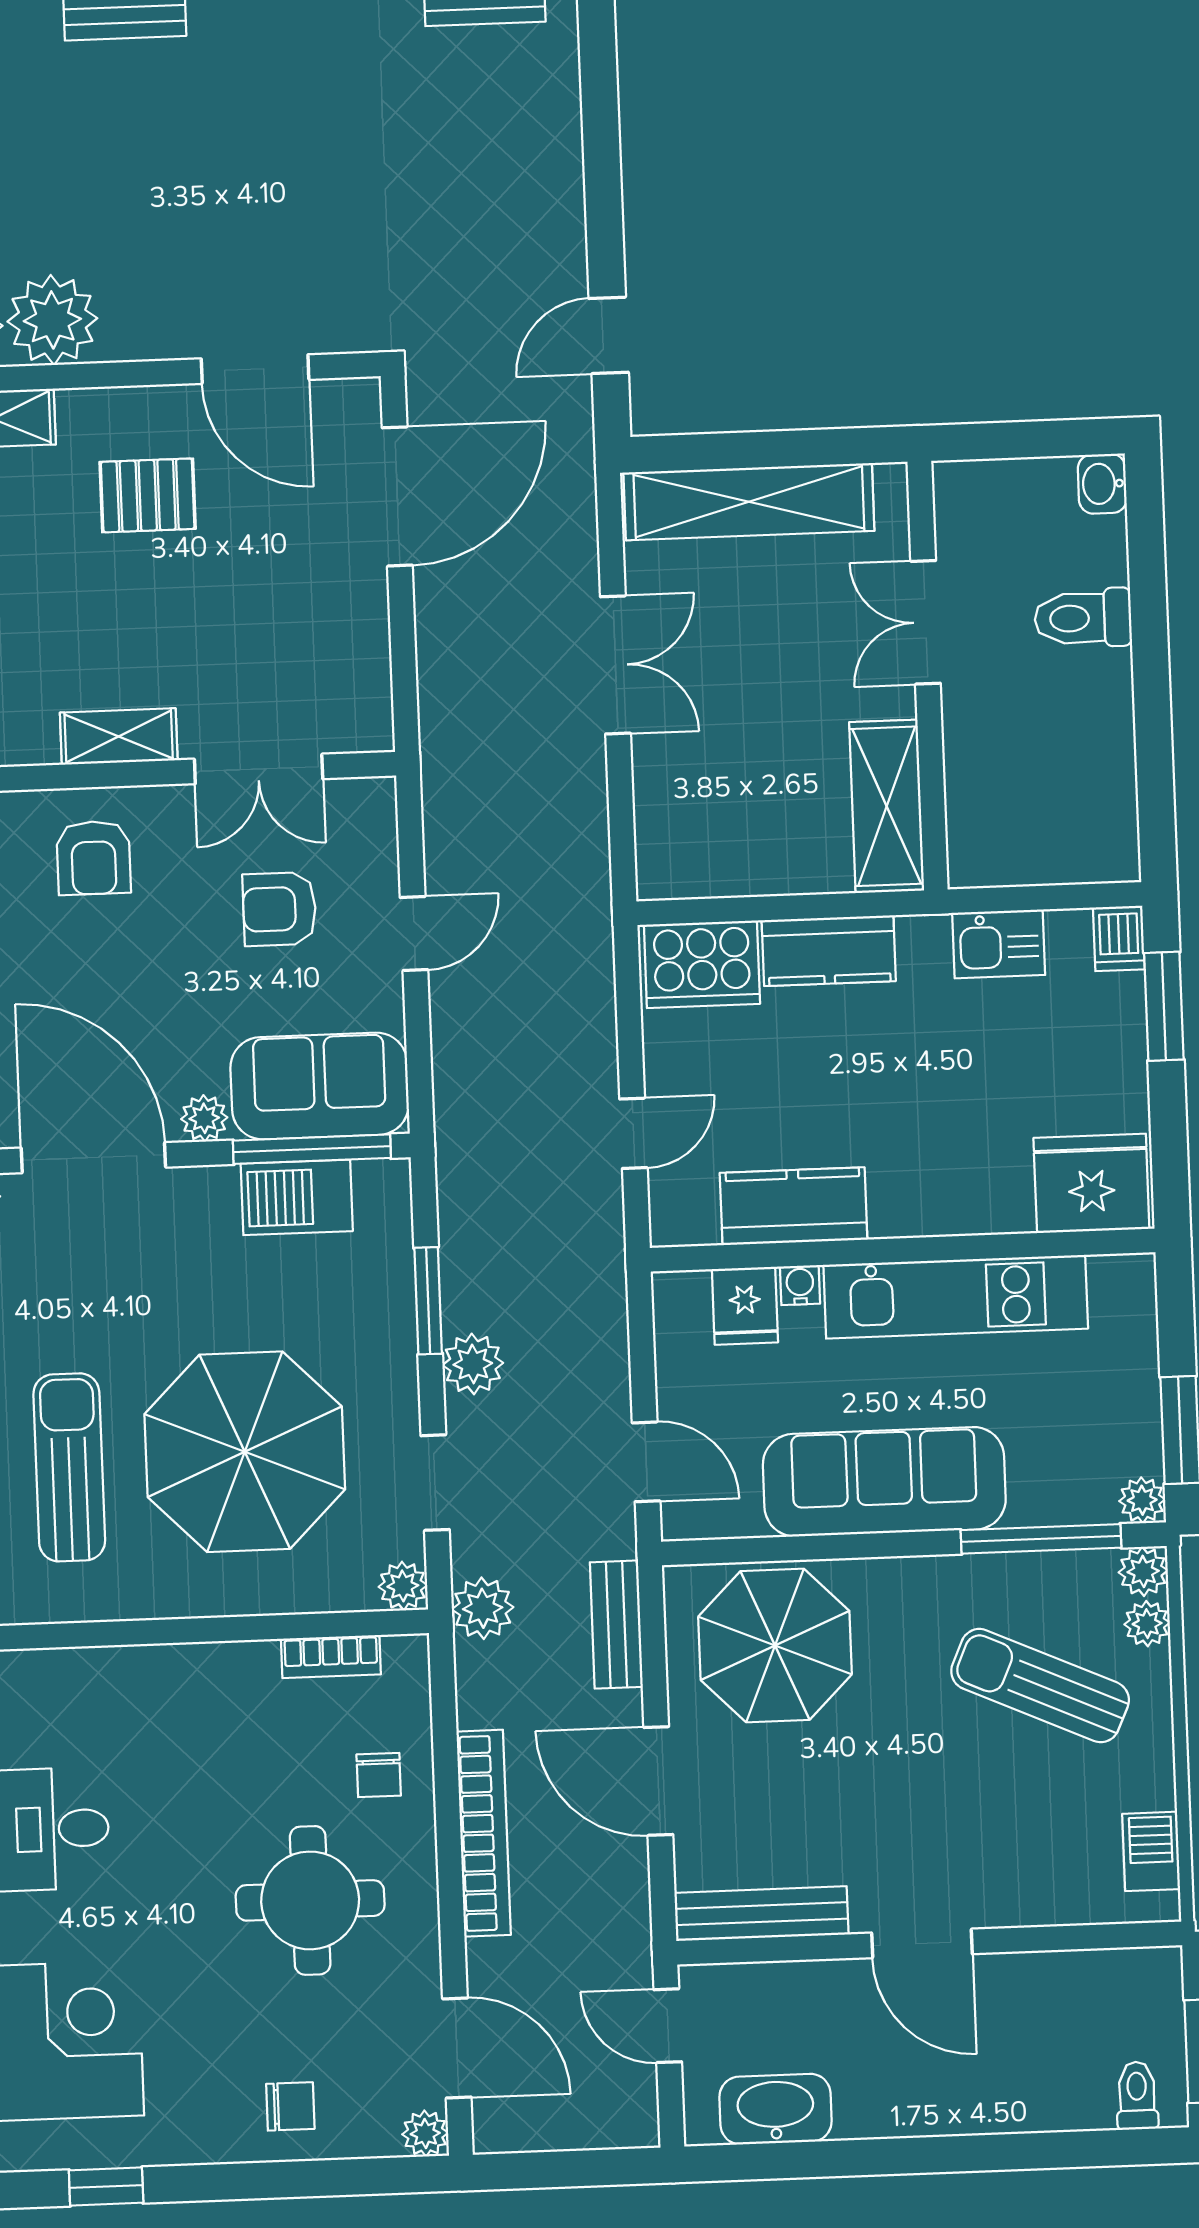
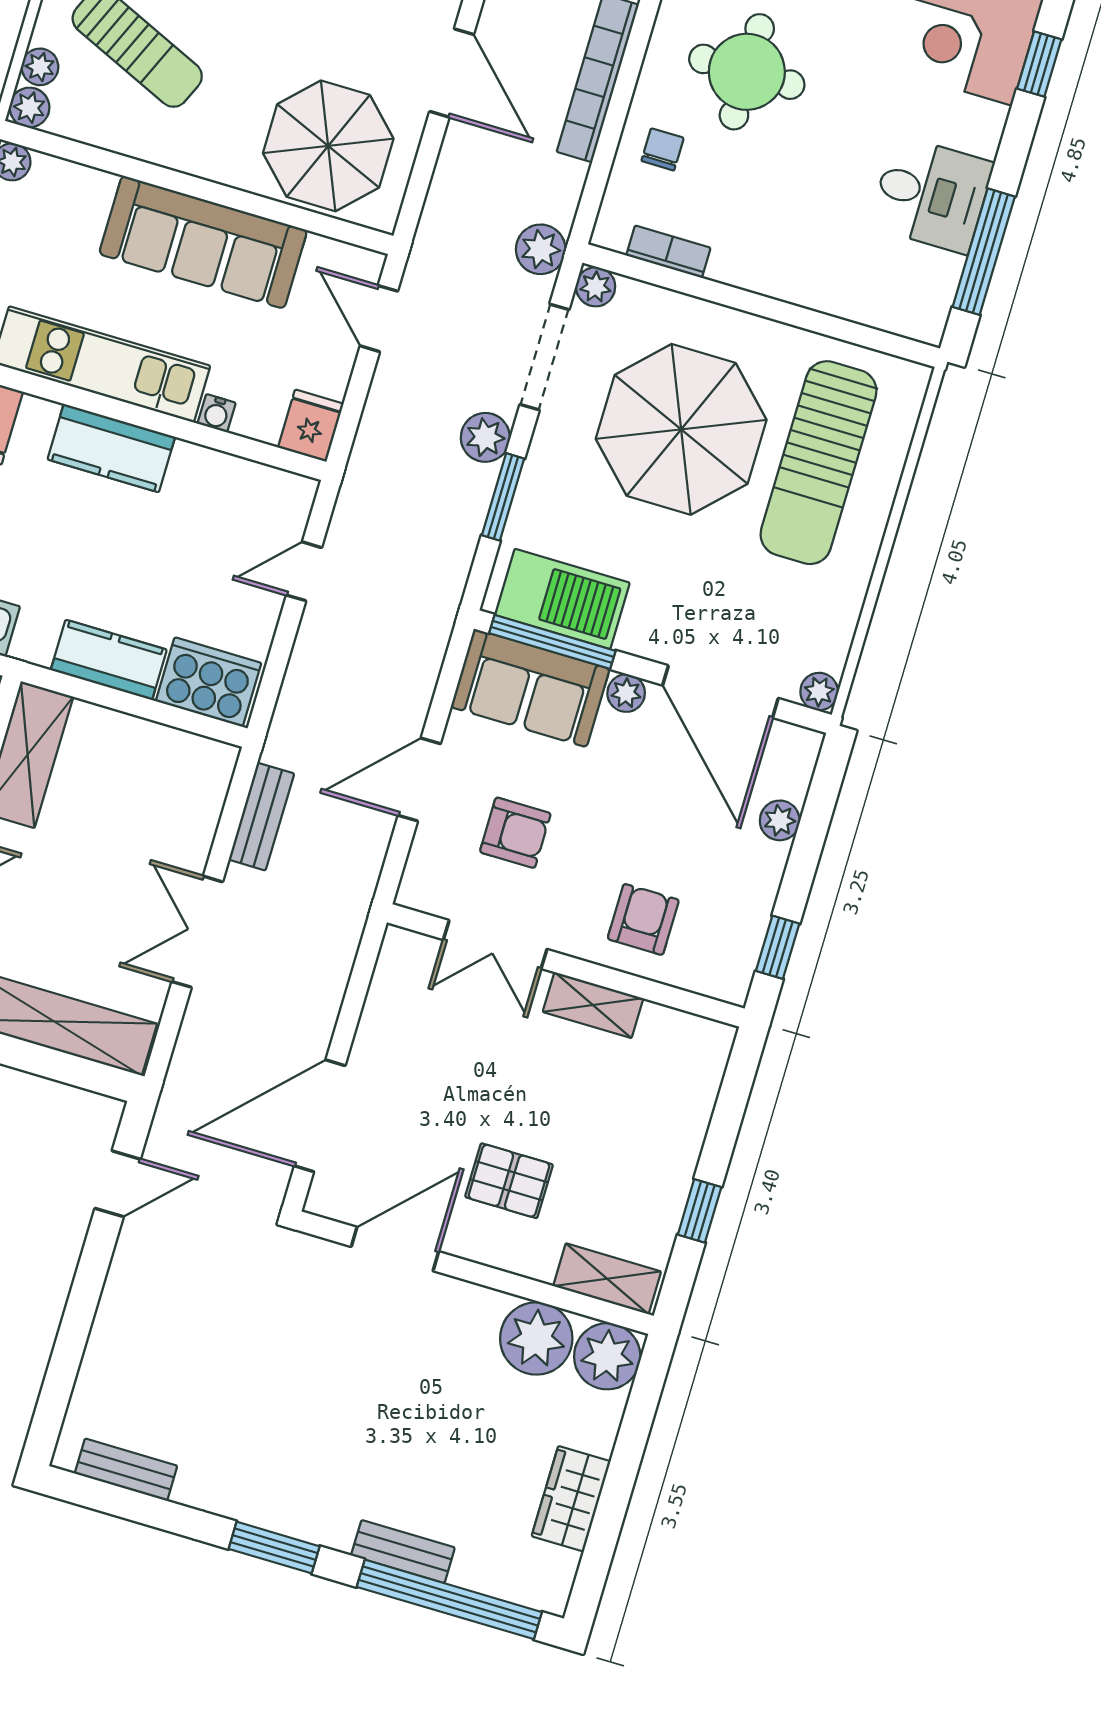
door: (255, 369) -> (395, 1249), hinge flipped
double door: (259, 769) -> (495, 944), swing flipped
door: (414, 934) -> (419, 779), width x1.38
barbecue: (297, 1197) -> (562, 599), width x1.37, depth x1.21
kitchen counter: (794, 1206) -> (111, 448), moved
fridge: (745, 1306) -> (311, 426), moved
sun lounger: (69, 1467) -> (818, 463), width x1.36, depth x1.34
doorway: (435, 1483) -> (544, 357), width x1.38
window: (1041, 1539) -> (99, 159), removed
bench: (616, 1625) -> (261, 817), moved

